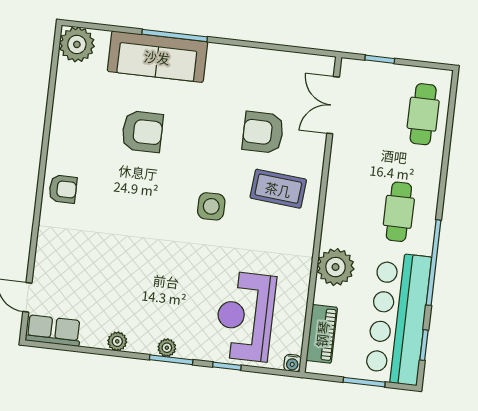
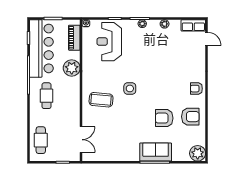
sofa: (157, 57) -> (156, 152), width x0.73
armchair: (263, 132) -> (190, 117), moved
reception desk: (245, 316) -> (109, 42), turned 180

